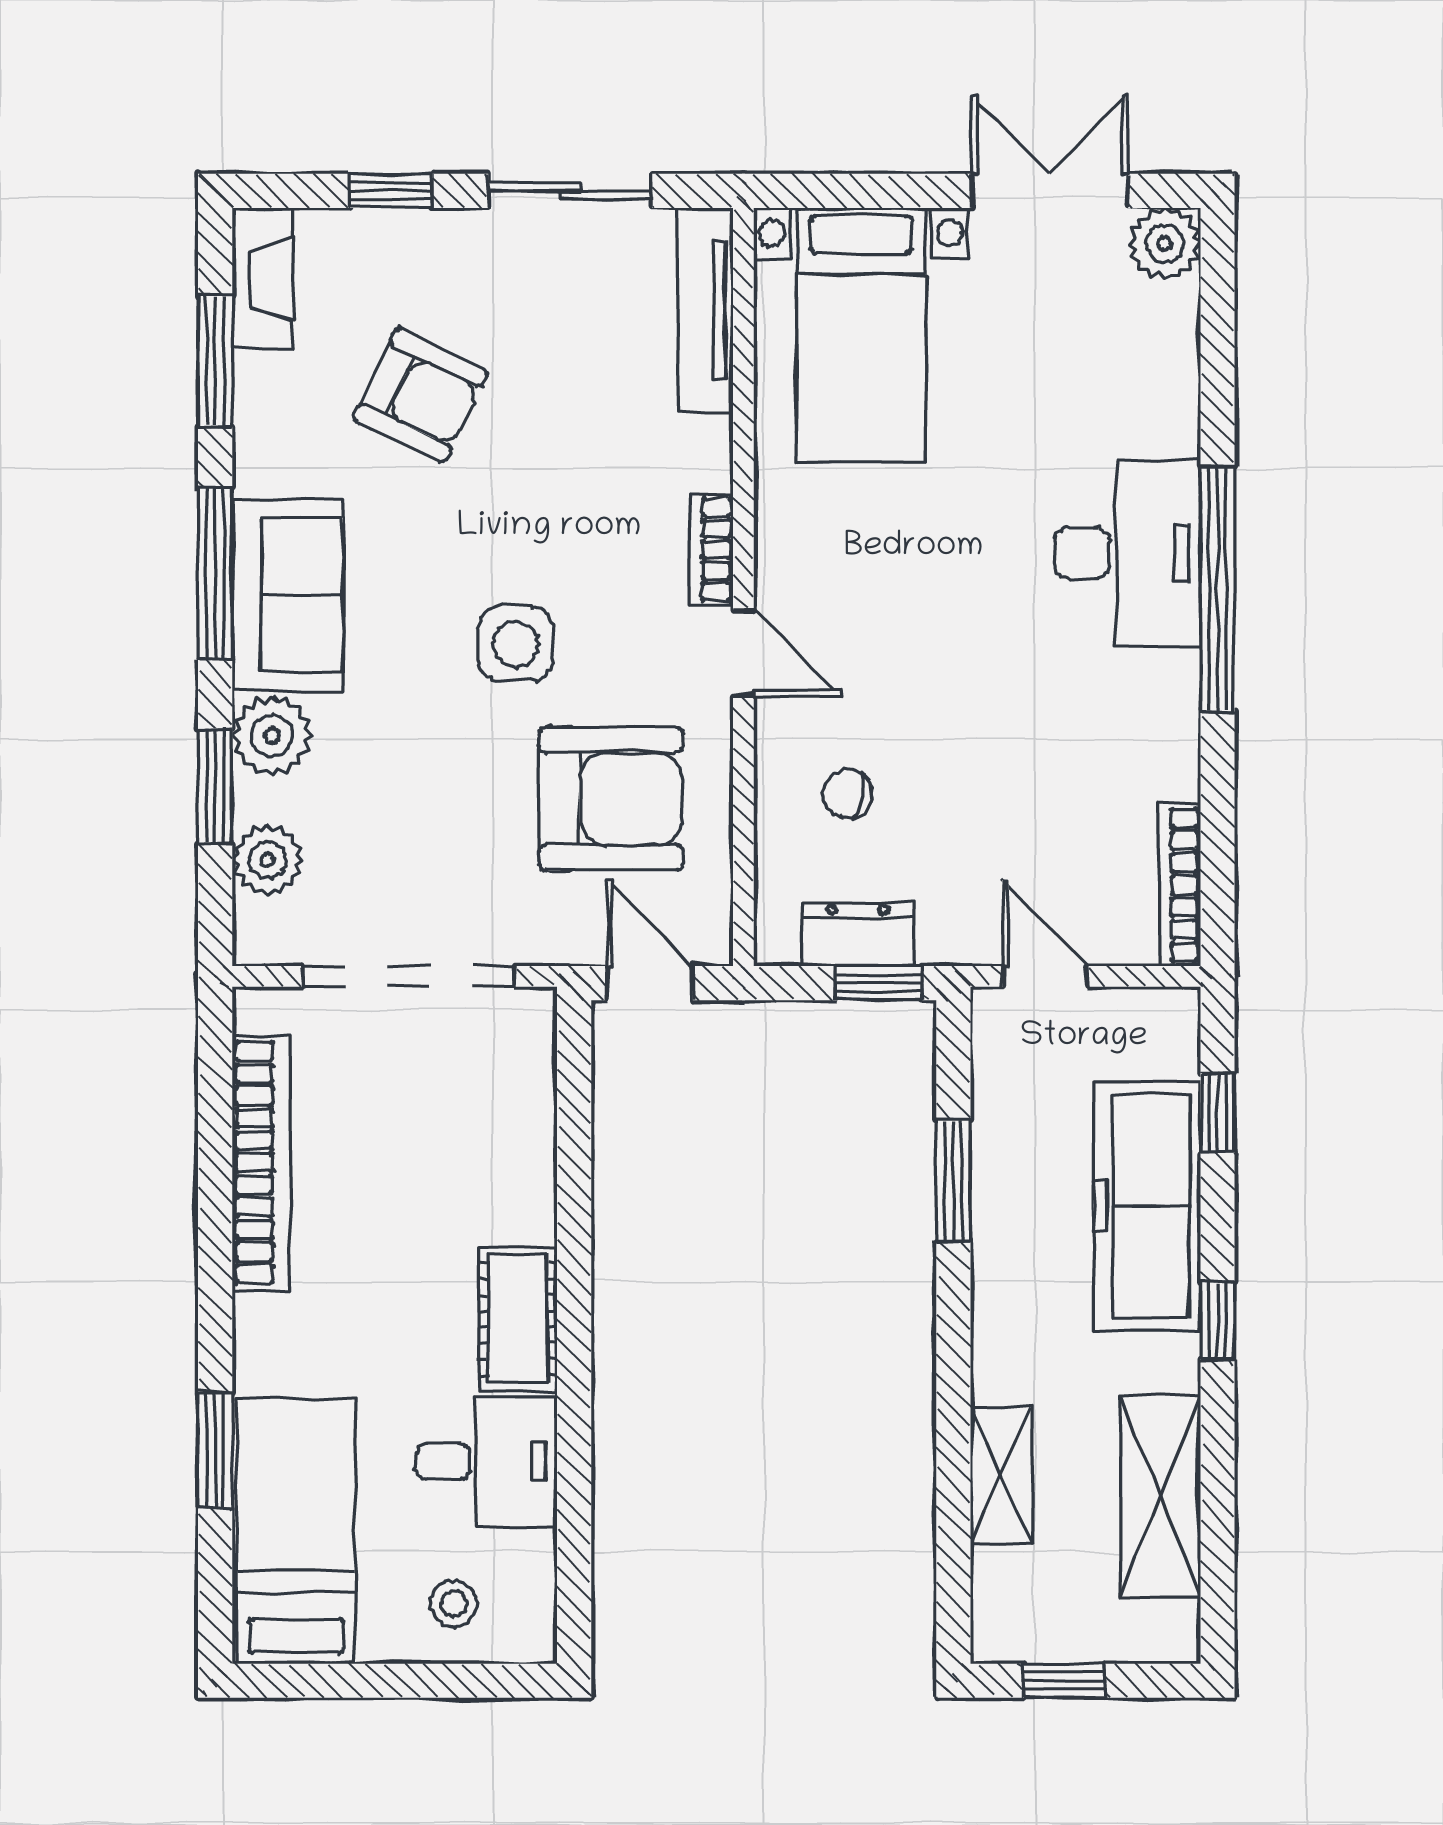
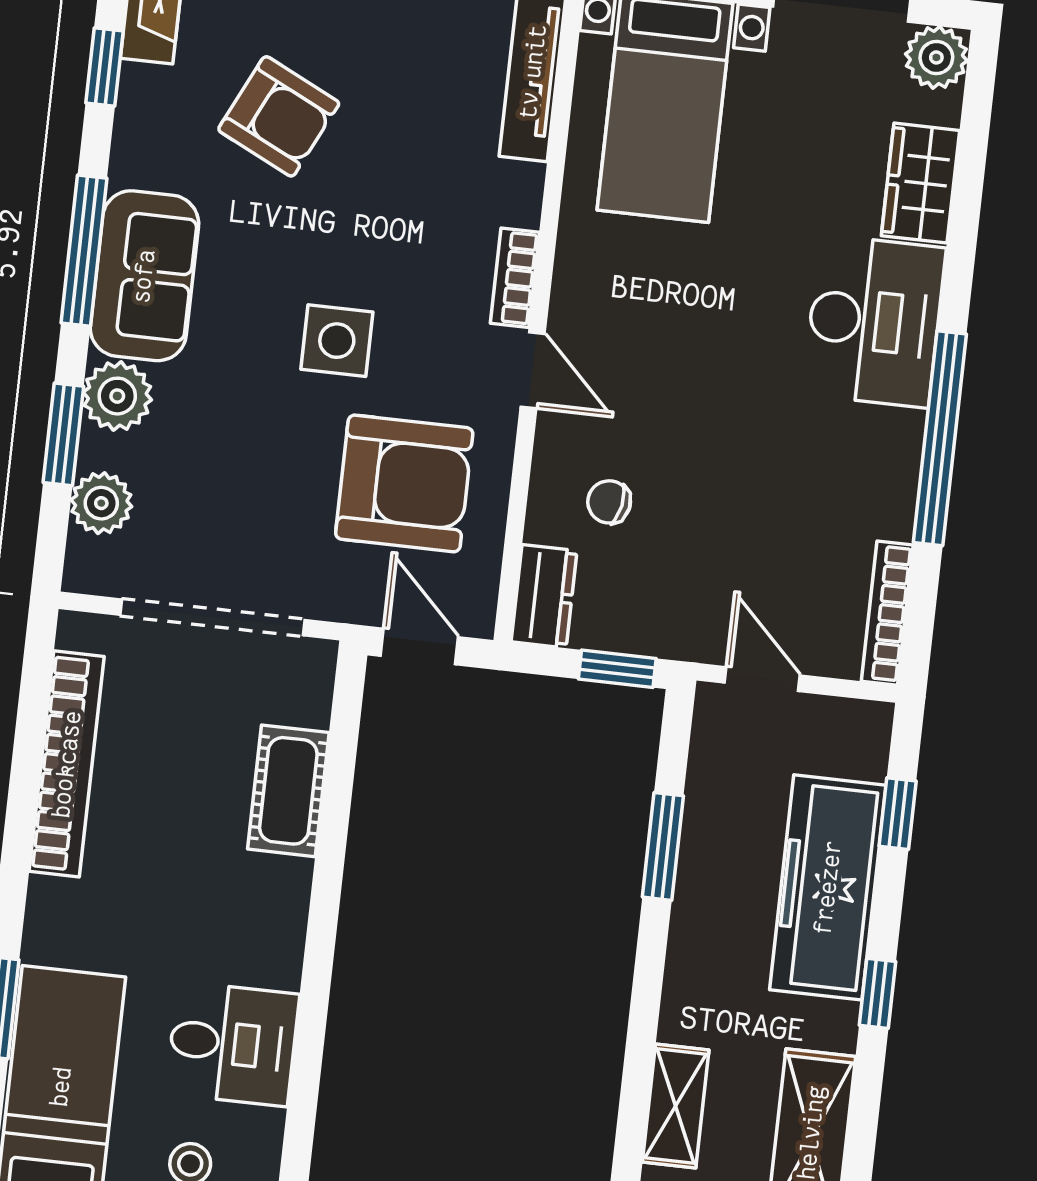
window: (215, 361) -> (105, 67), width x0.67
wardrobe: (1163, 389) -> (920, 183), added
window: (1217, 589) -> (940, 438), moved
dresser: (858, 934) -> (544, 596), moved, turned 90
cot: (518, 1319) -> (288, 791), moved

